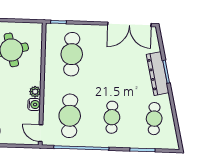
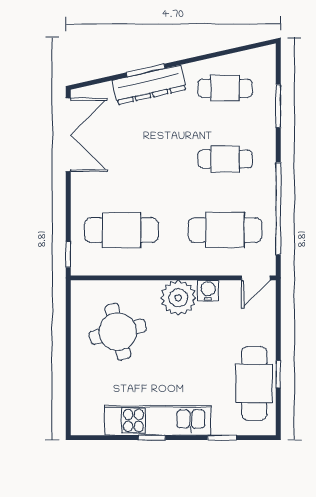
plant: (35, 92) -> (178, 298), width x1.88, depth x1.88

